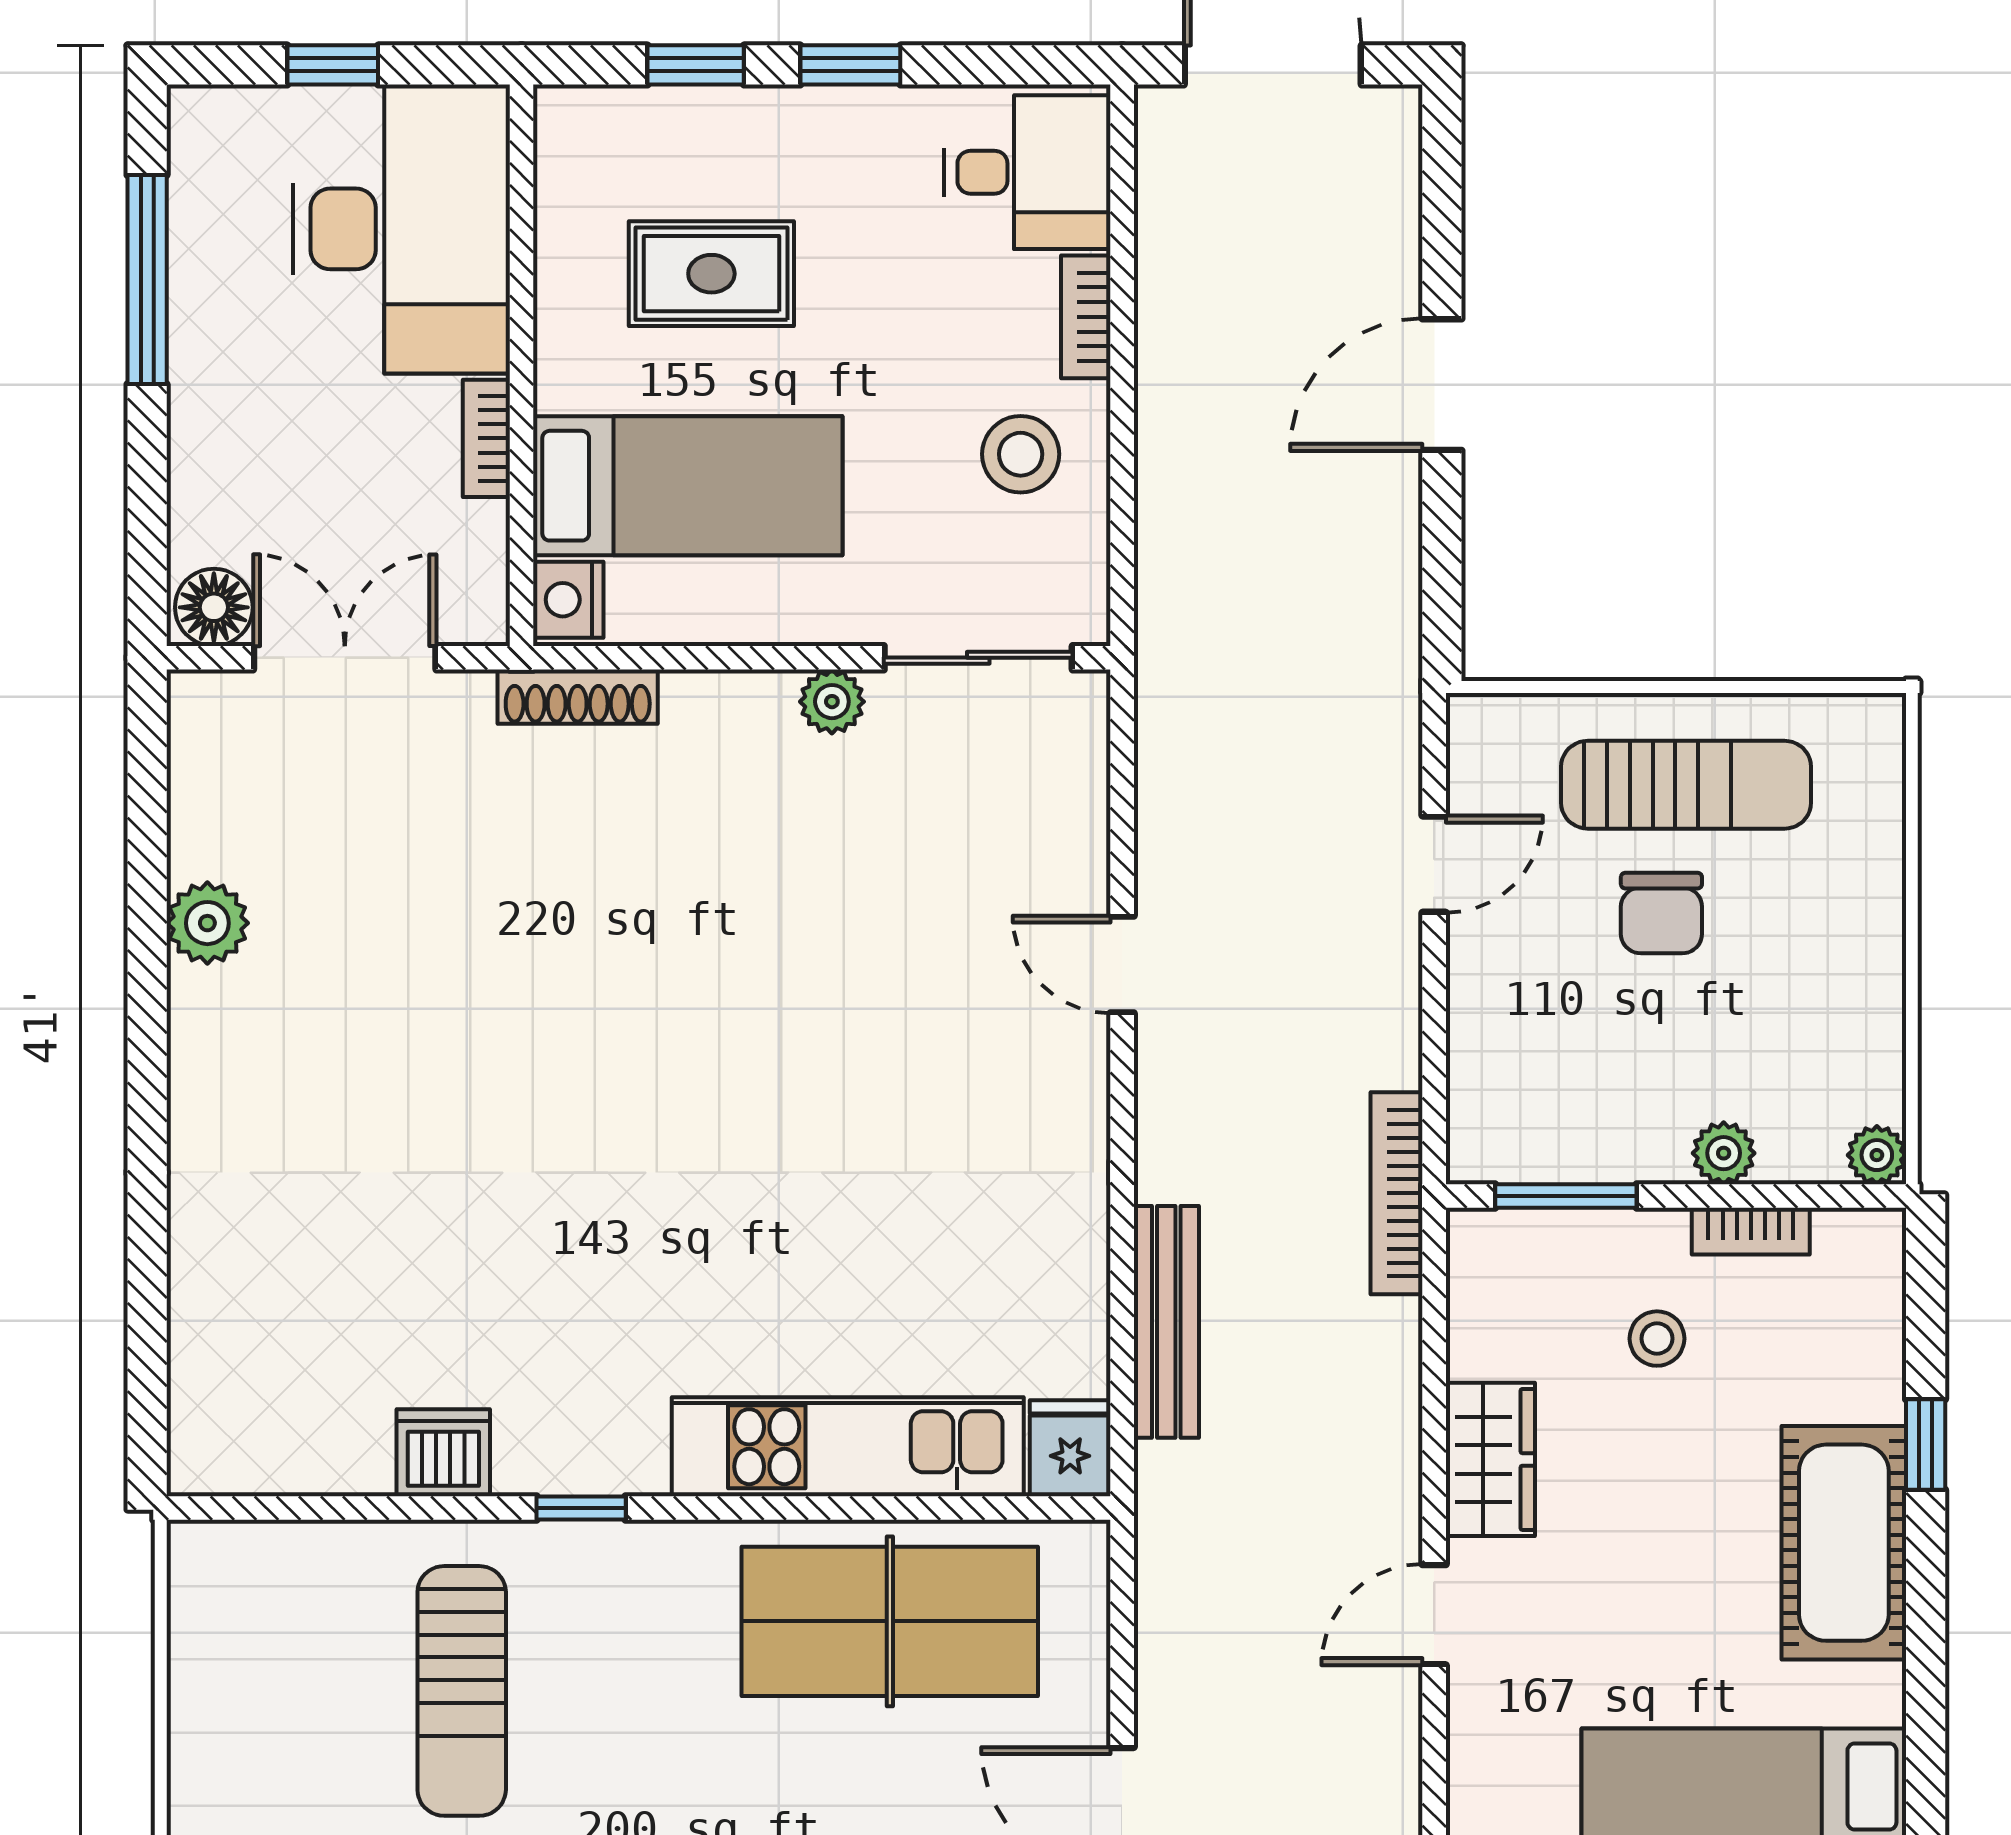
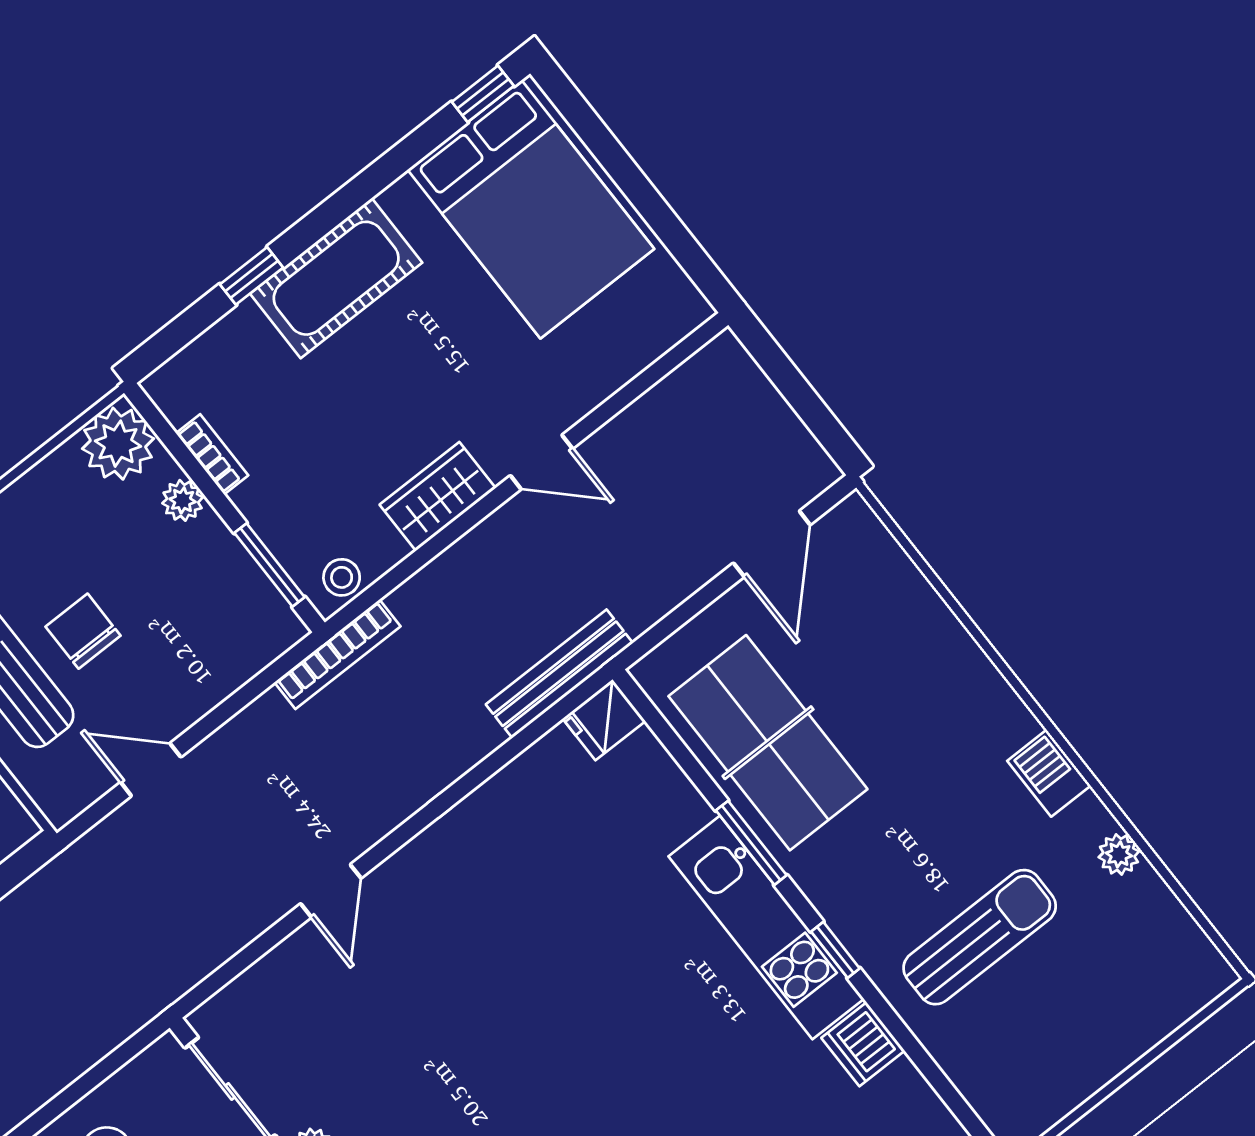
chair: (1661, 913) -> (83, 631), turned -90
plant: (1877, 1155) -> (118, 444), width x1.88, depth x1.88
bench: (1166, 1322) -> (559, 674), moved
stool: (1657, 1339) -> (342, 577), moved
kitchen unit: (848, 1447) -> (766, 928), moved
window: (787, 1508) -> (751, 843), added

